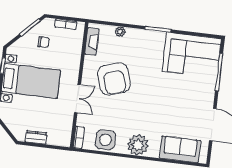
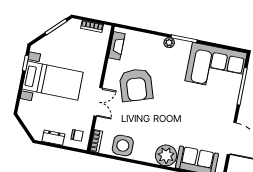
plant: (120, 32) -> (169, 43), moved
chair: (44, 42) -> (77, 135), moved
plant: (138, 145) -> (166, 155), moved

